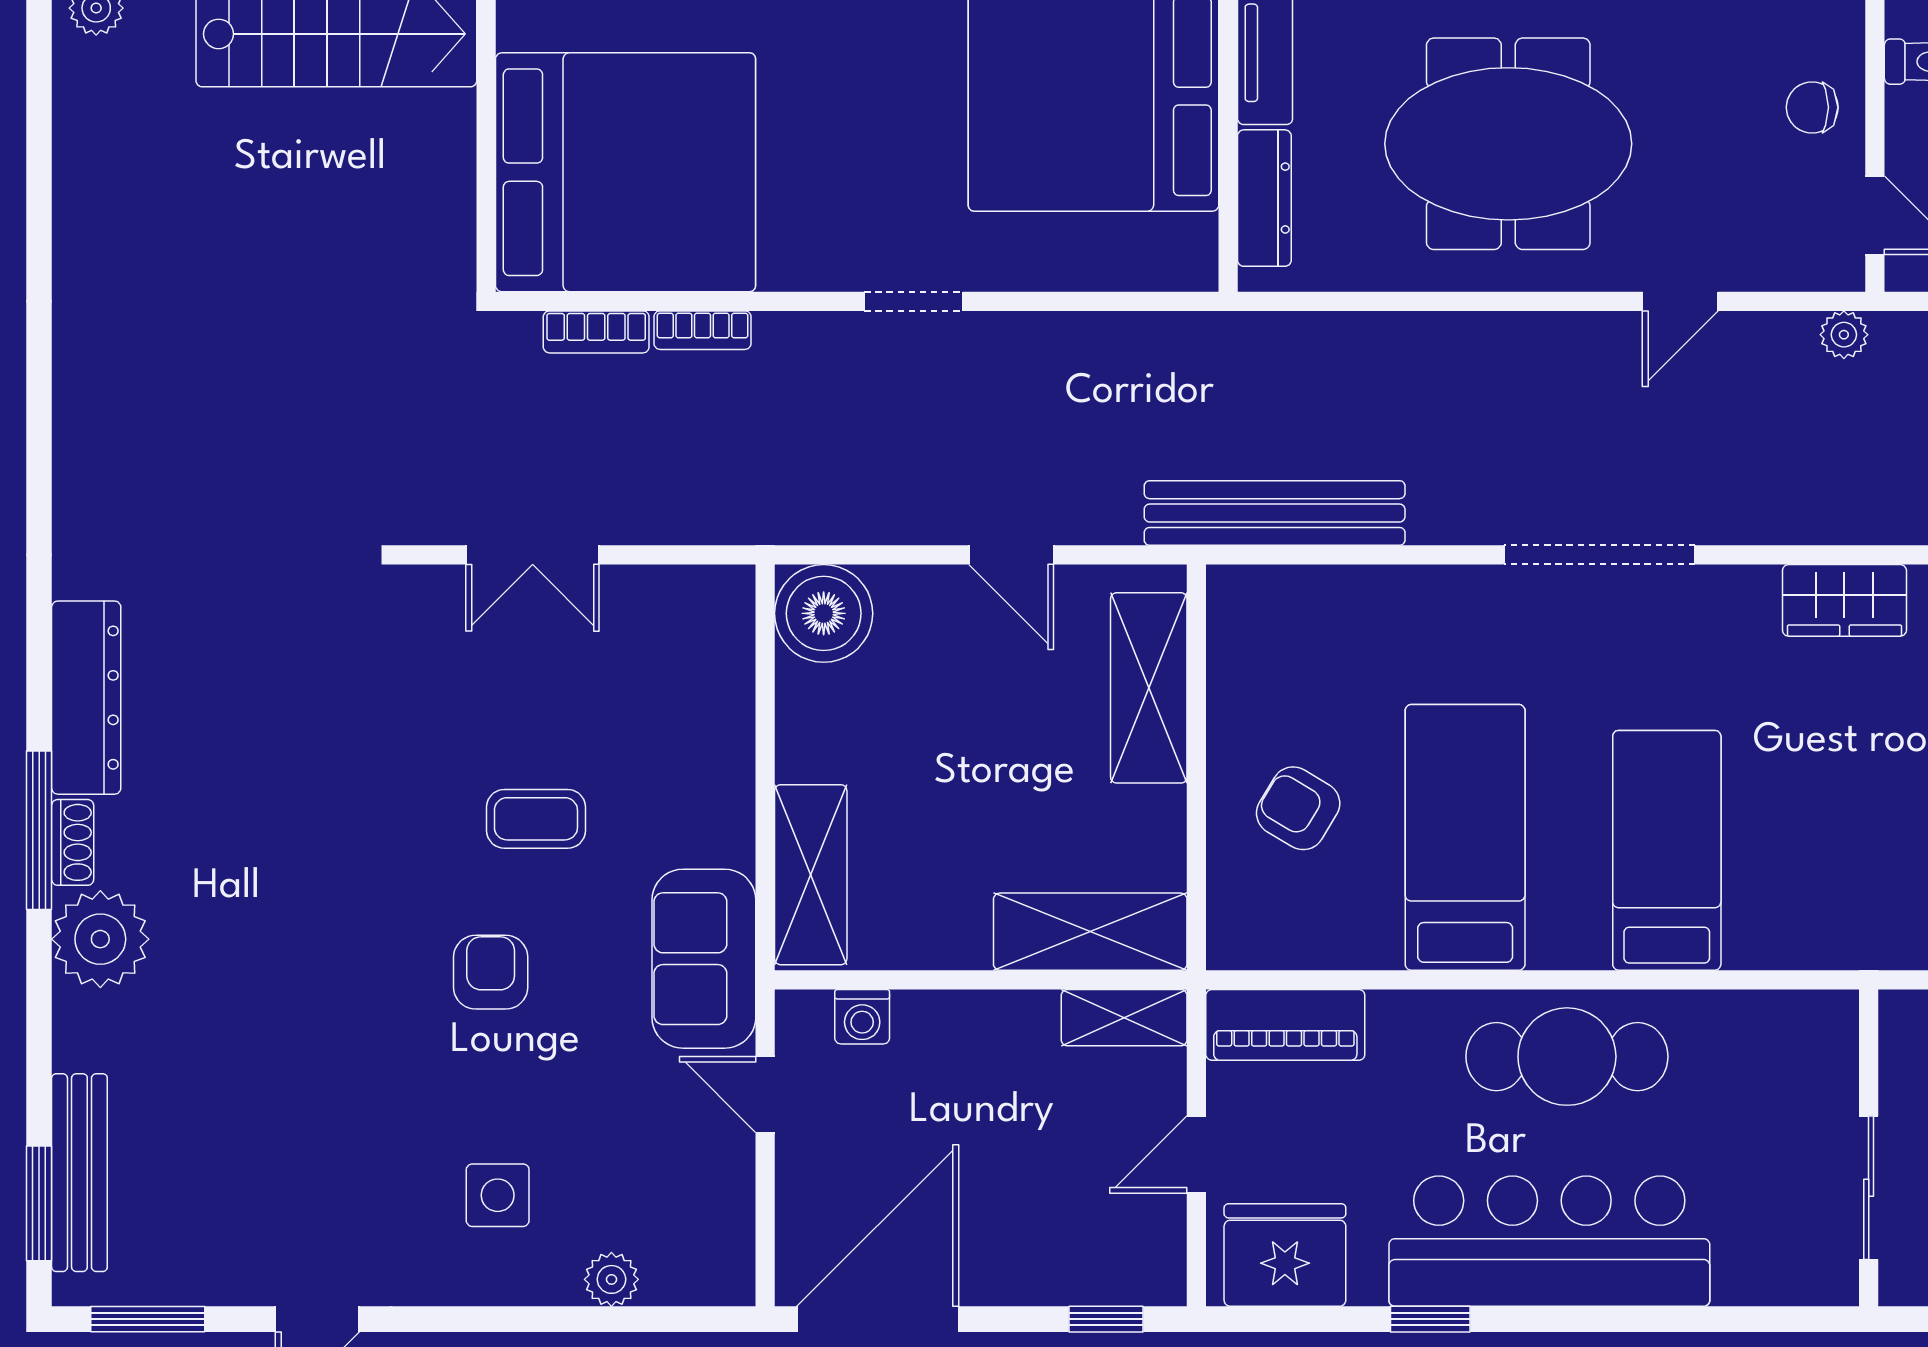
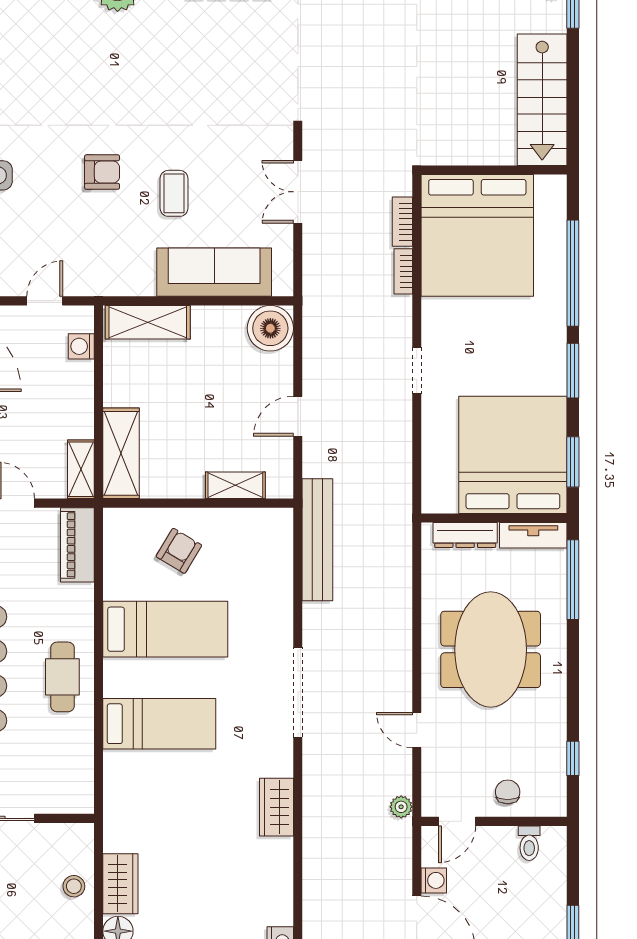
shelving: (1149, 688) -> (235, 485), width x0.67, depth x0.75
sofa: (704, 959) -> (214, 272), moved, width x1.36
cafe table: (1567, 1057) -> (62, 677), width x0.73, depth x0.74

